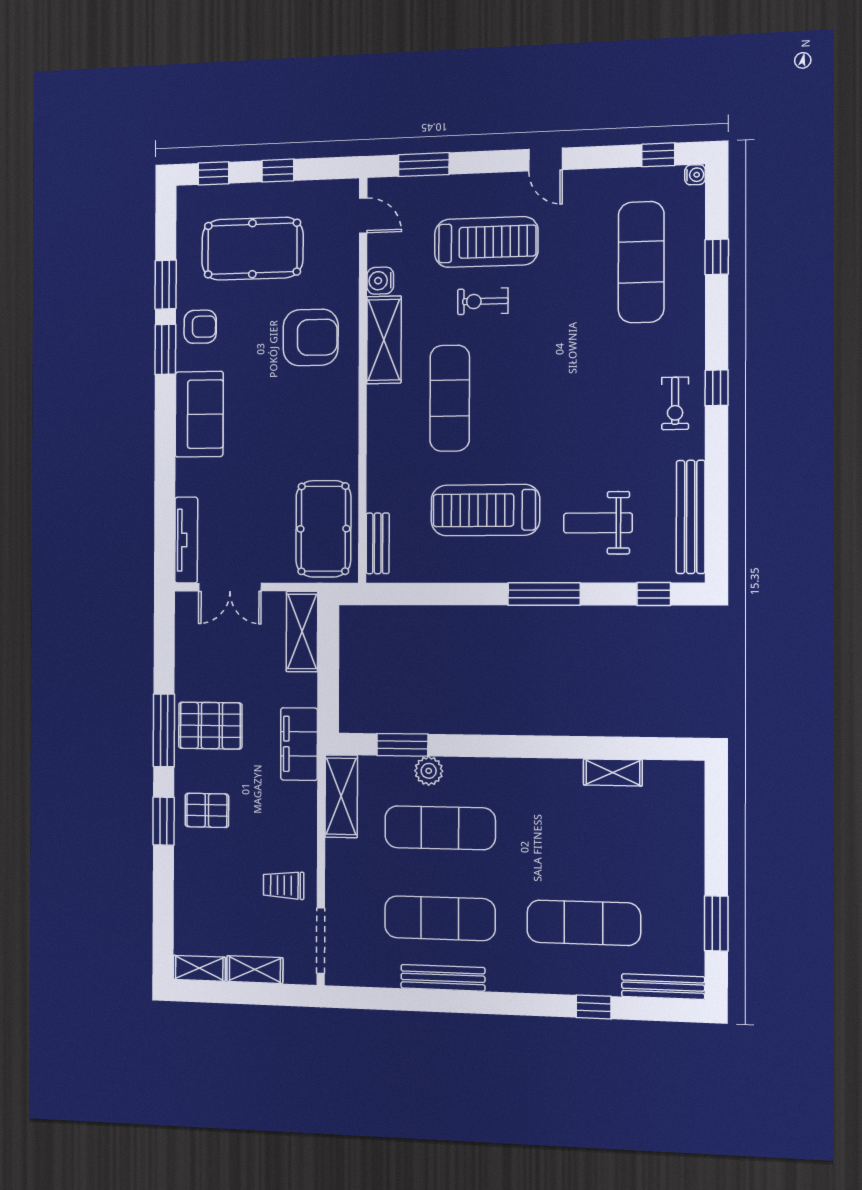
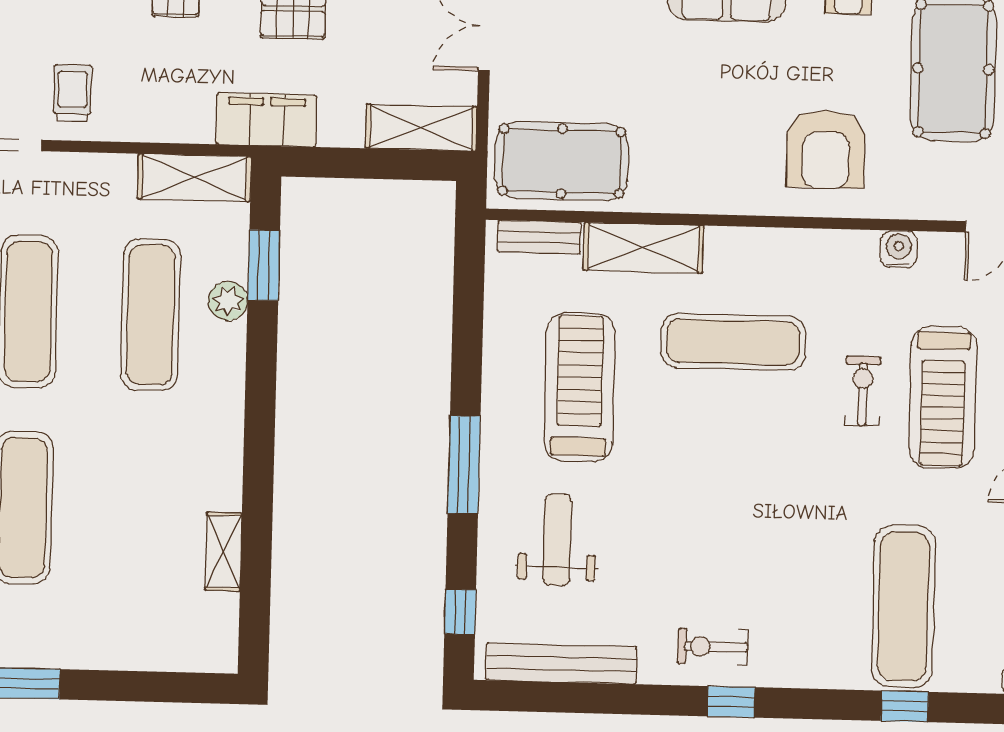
exercise mat: (641, 262) -> (903, 606), turned 90
shelving: (384, 340) -> (643, 248), moved

